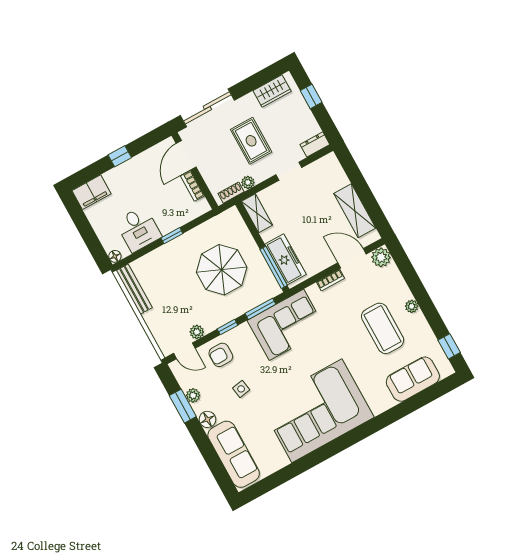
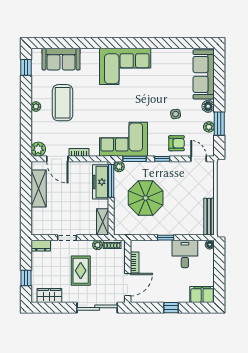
plant: (197, 332) -> (119, 167), moved
corner sofa: (317, 411) -> (125, 66), width x0.73, depth x0.74

